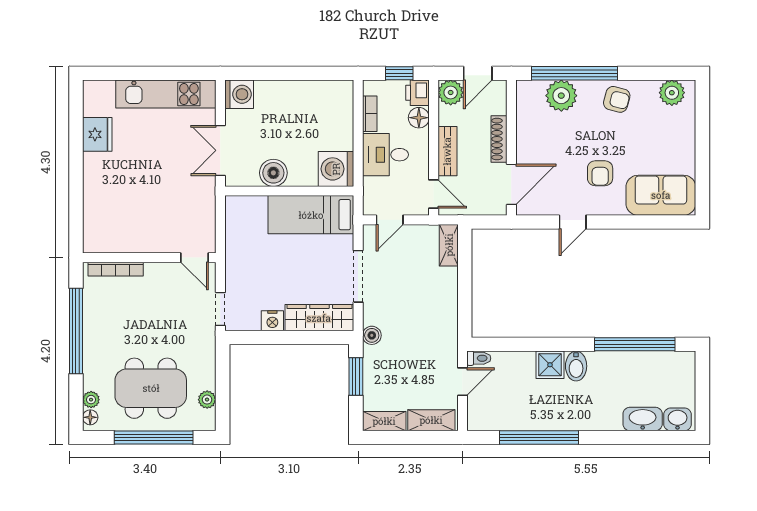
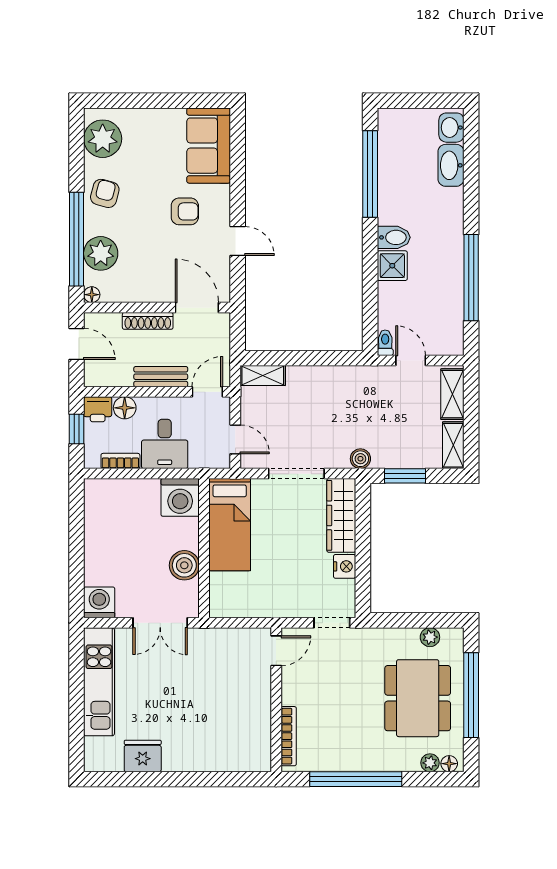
floor lamp: (523, 87) -> (92, 295), added
plant: (451, 93) -> (97, 373), removed
plant: (672, 93) -> (103, 139), width x1.36, depth x1.36

